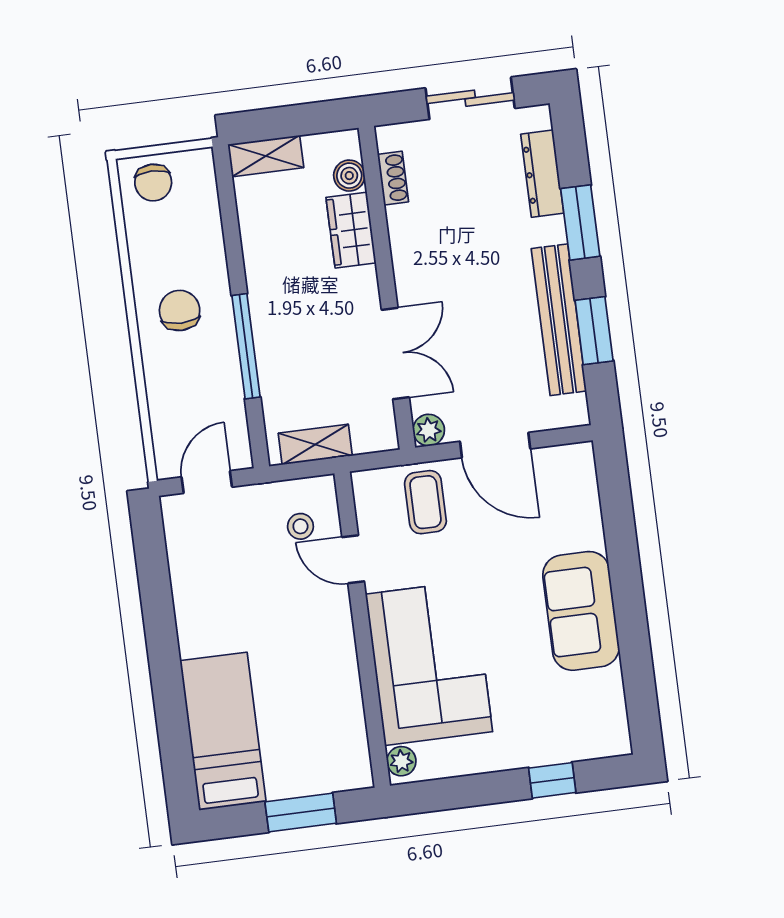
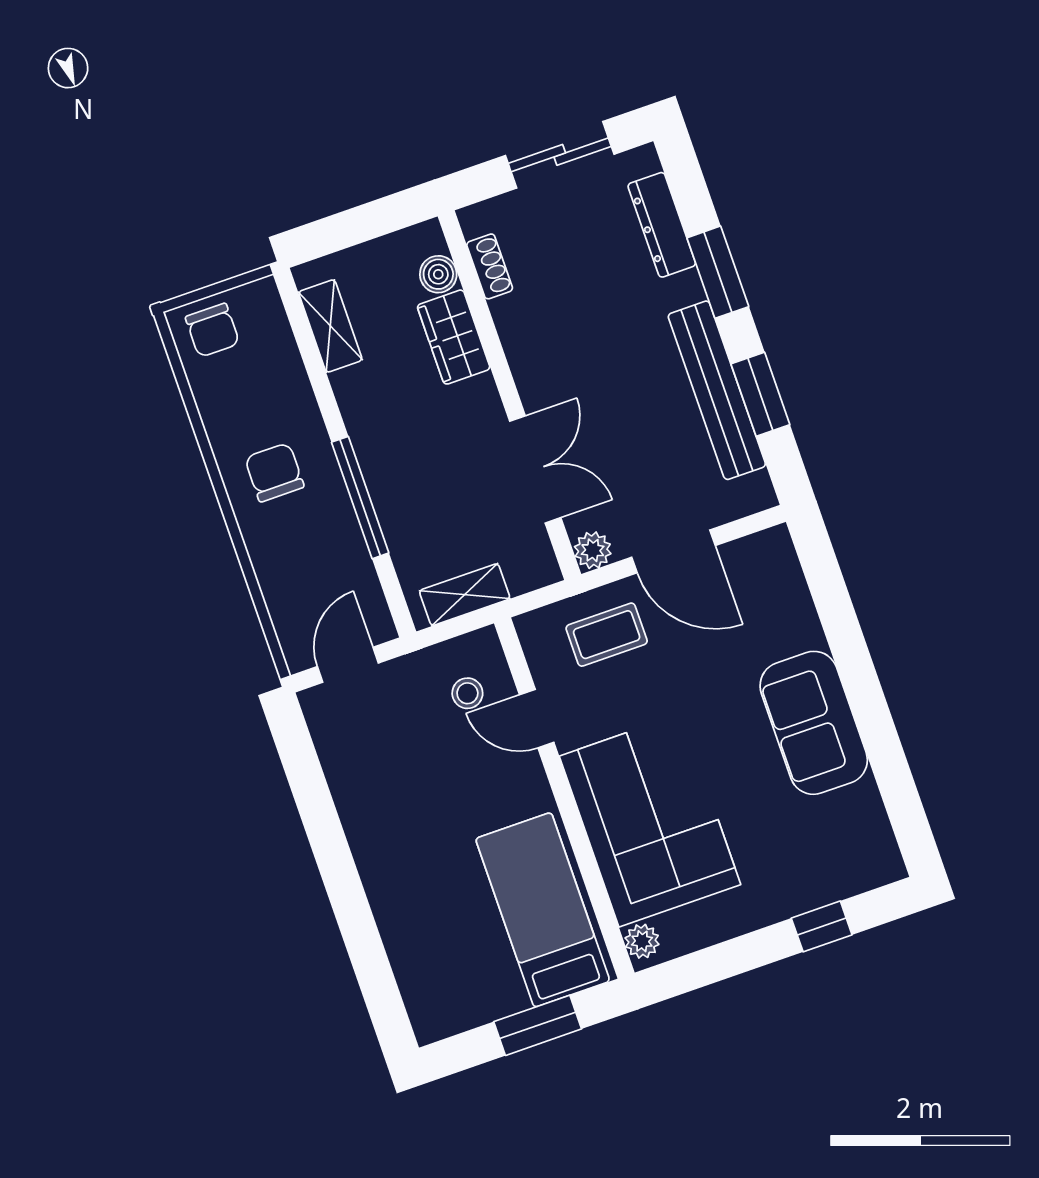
shelving: (266, 156) -> (330, 326), moved, turned 90
coffee table: (425, 502) -> (607, 635), turned 90
bed: (223, 731) -> (543, 910), moved

